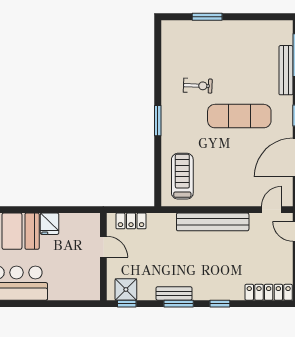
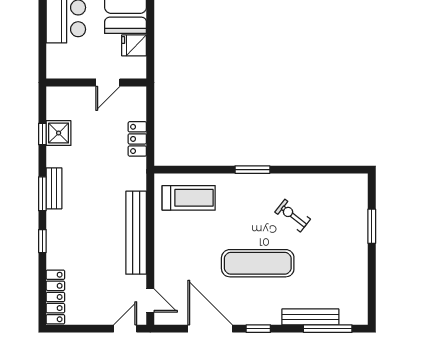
exercise bike: (198, 86) -> (293, 216), turned 126
exercise mat: (239, 116) -> (258, 263), turned 90
door: (103, 247) -> (108, 83), moved
wall: (103, 257) -> (96, 83), moved

